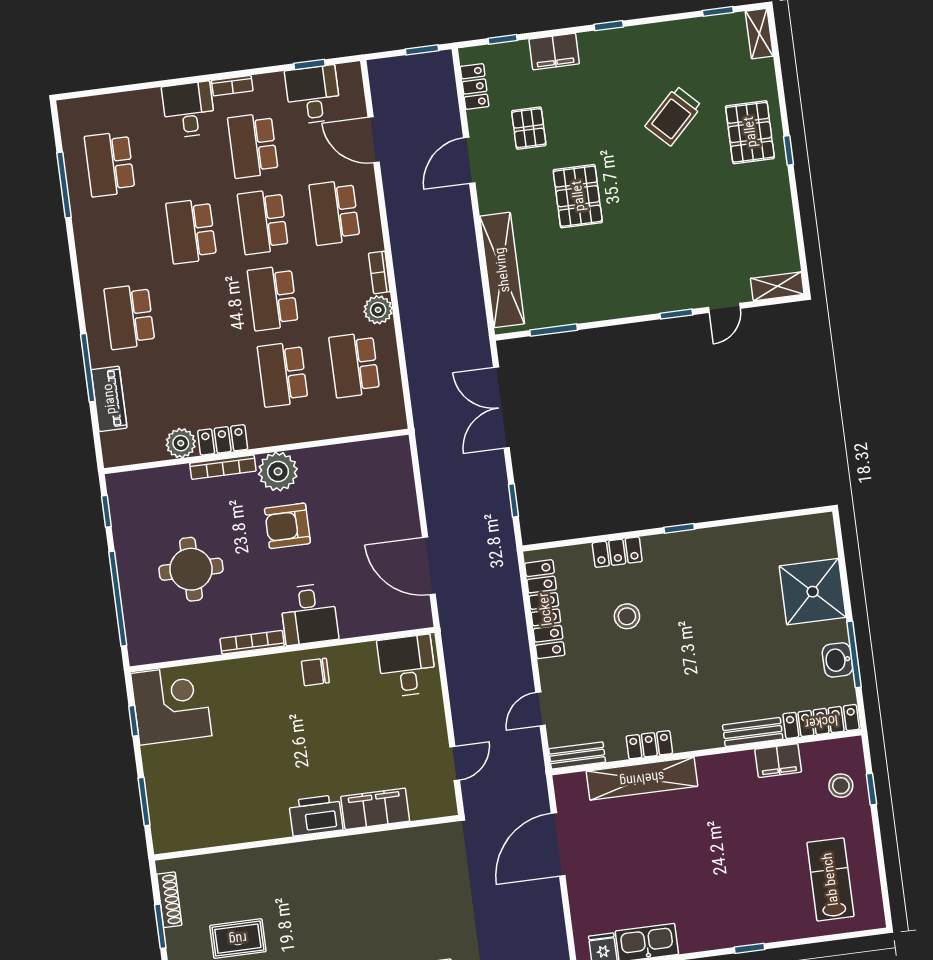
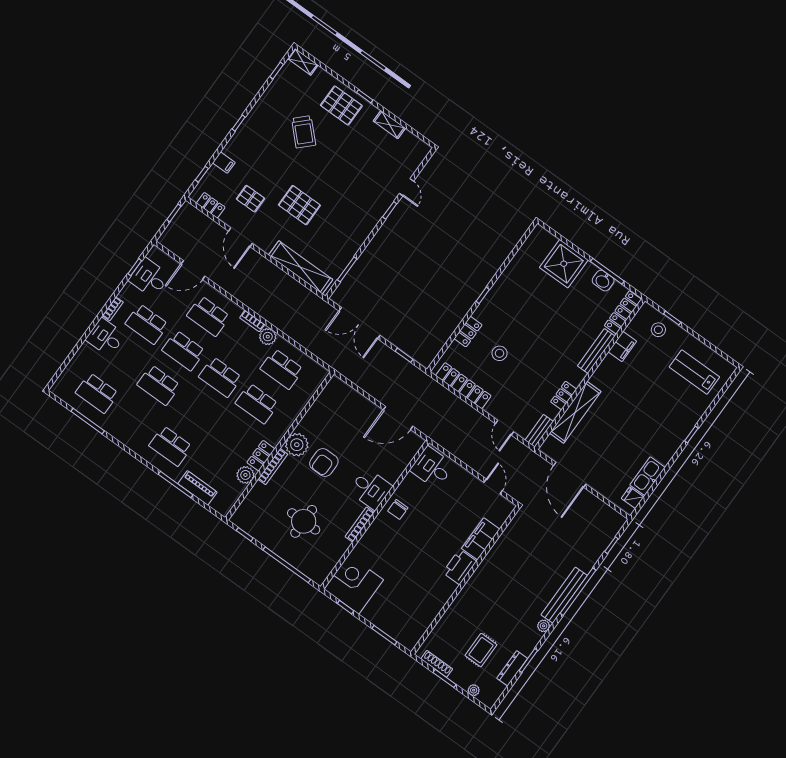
filing cabinet: (554, 52) -> (224, 163), width x0.50
shelving: (777, 286) -> (389, 125), moved, turned 90
bench: (753, 732) -> (596, 351), width x1.36

